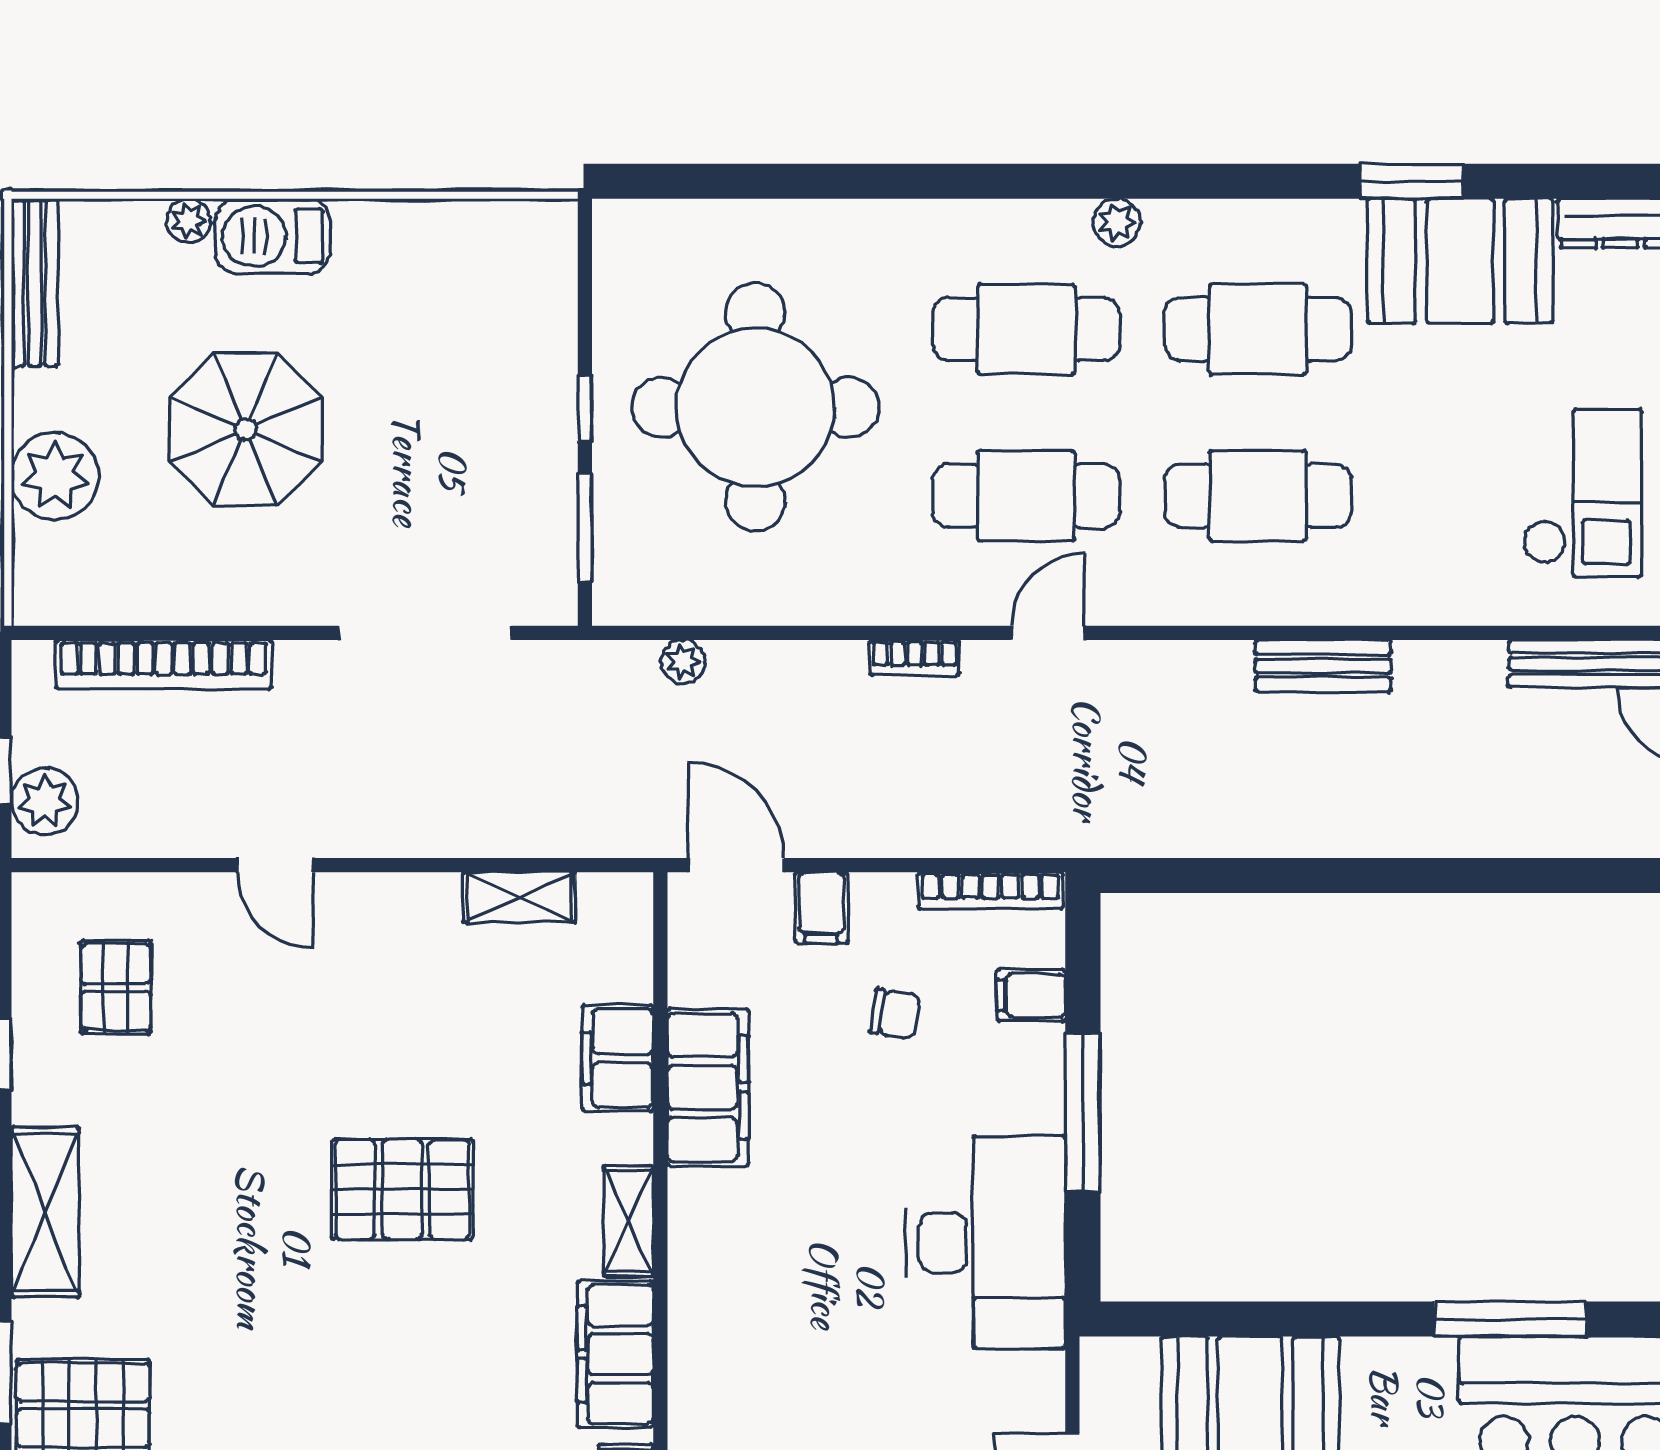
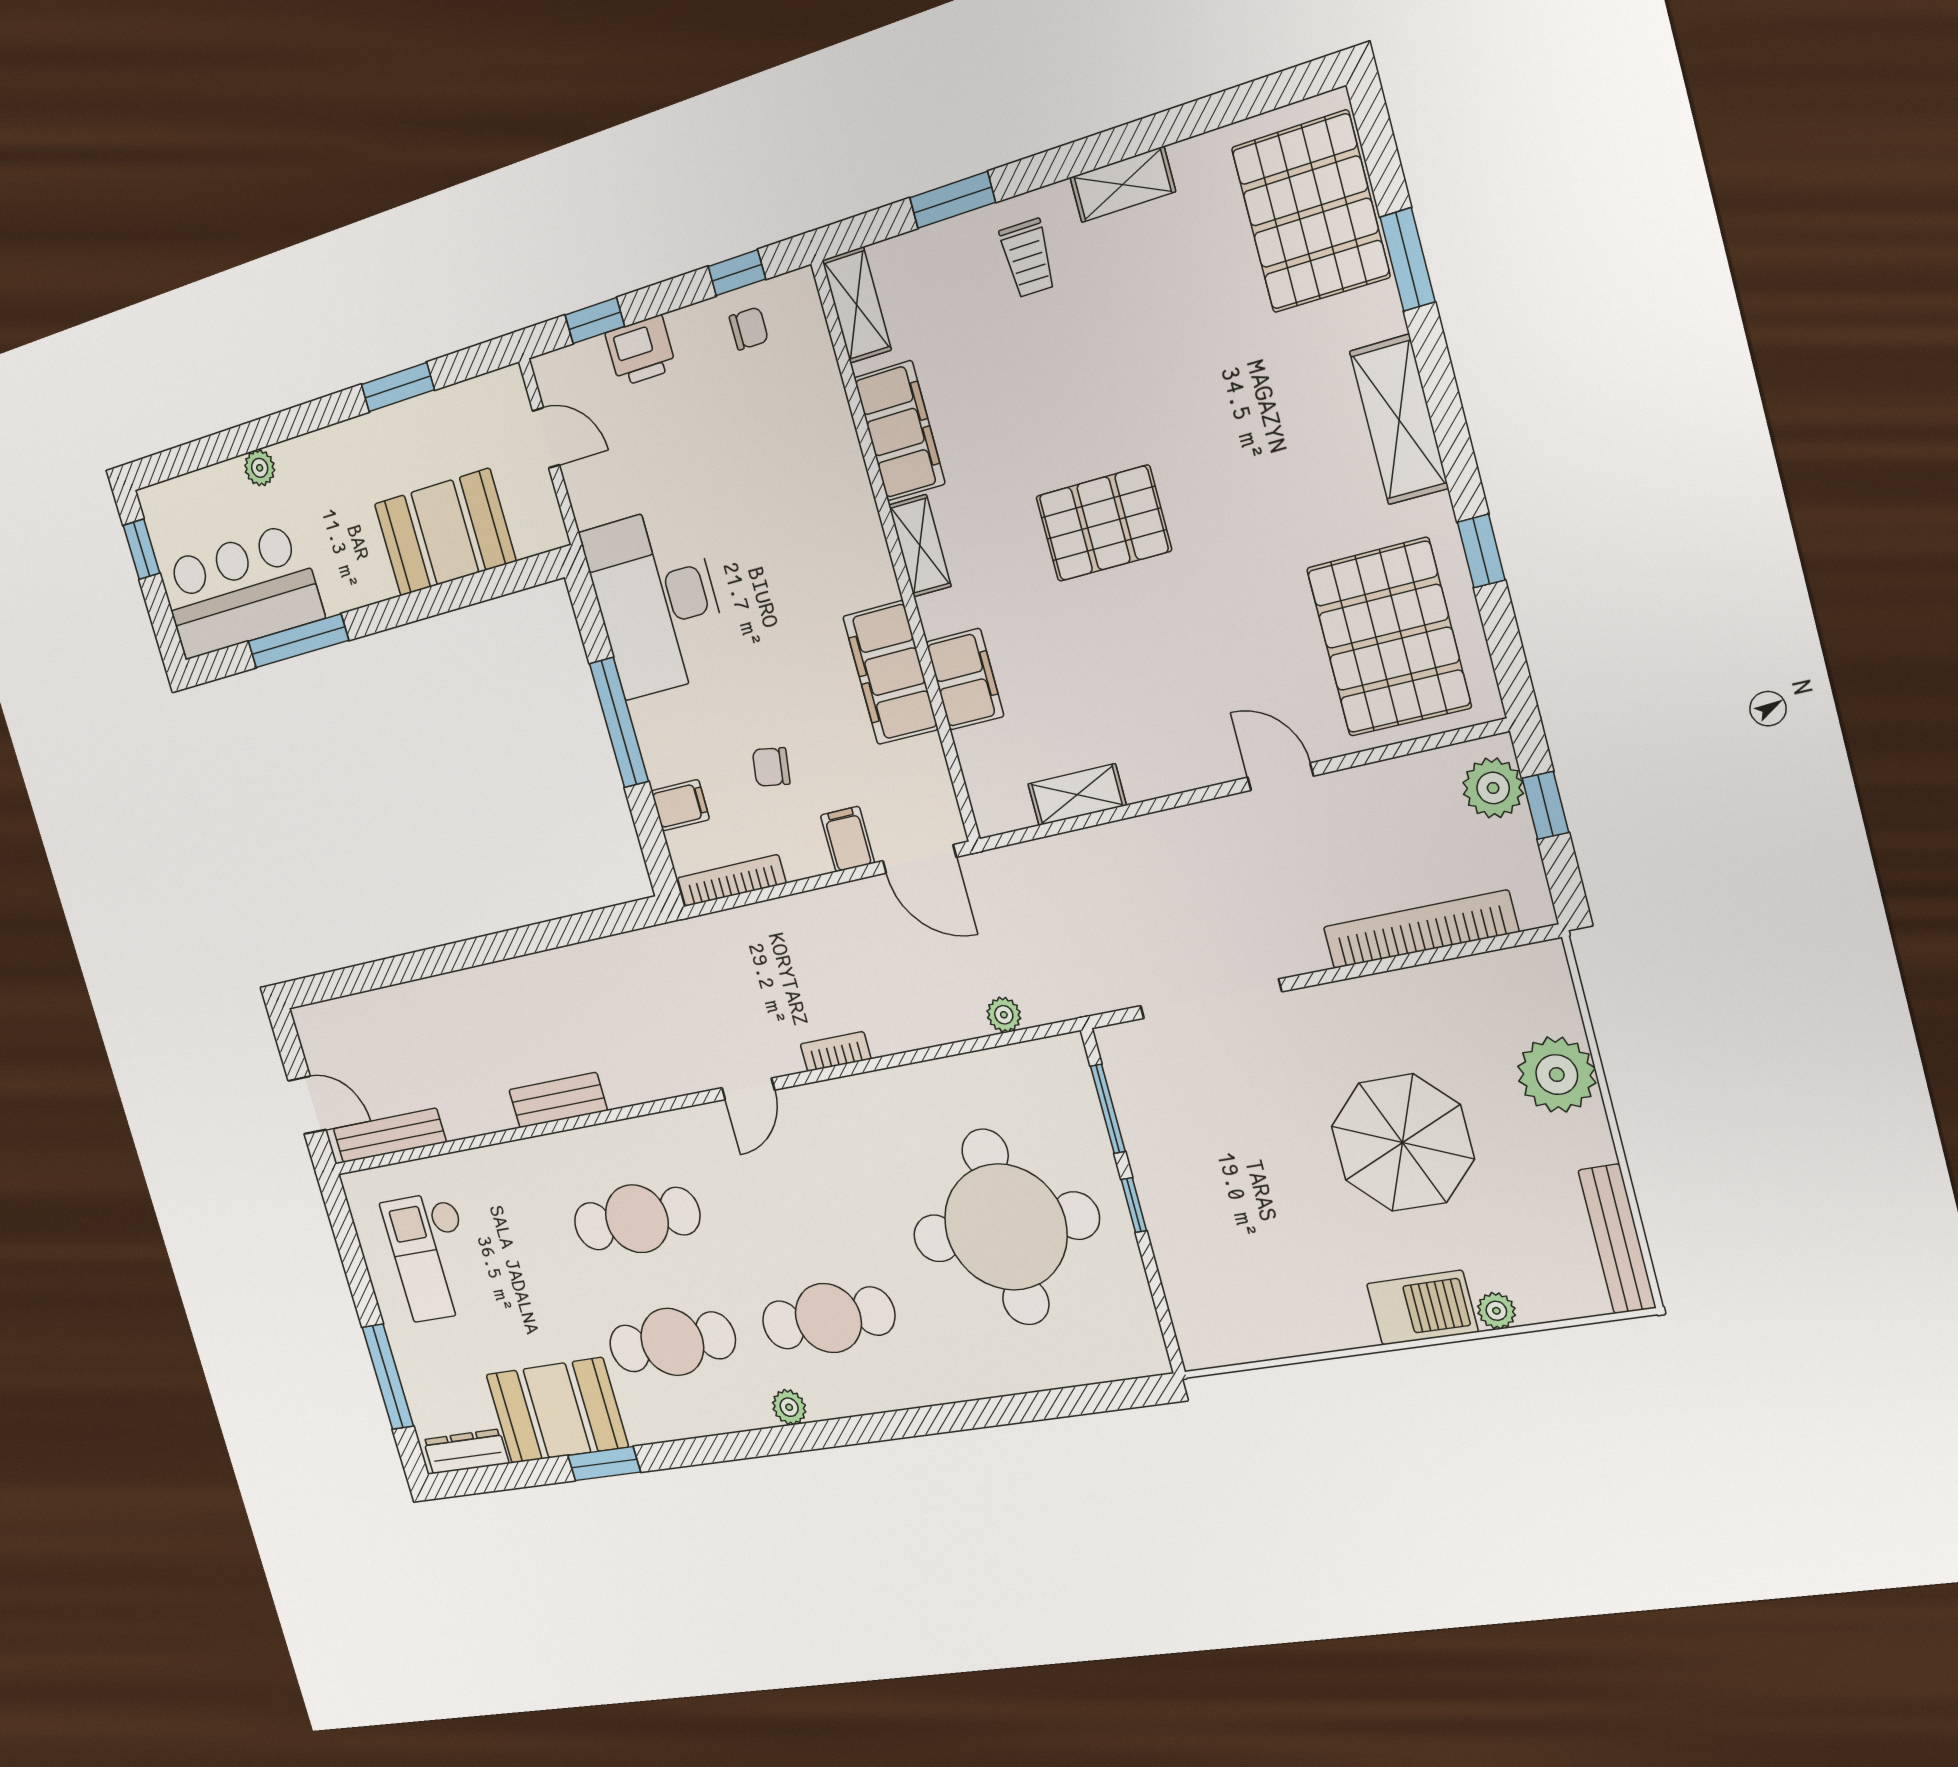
cafe table: (1026, 496) -> (793, 1191), removed
pallet: (116, 987) -> (1389, 638), width x2.05, depth x2.00

